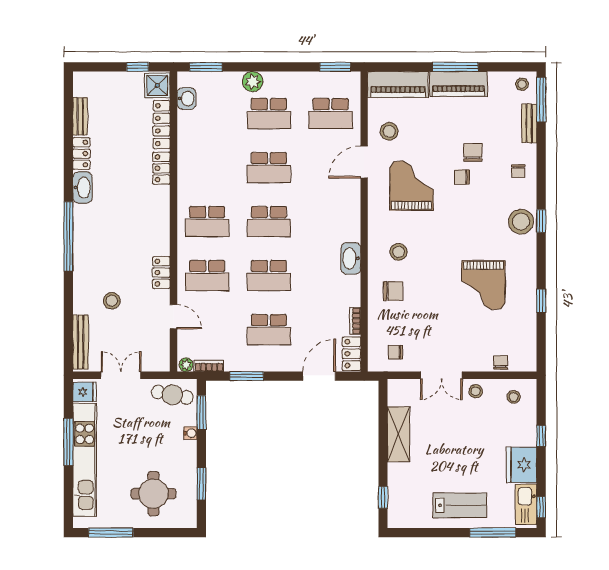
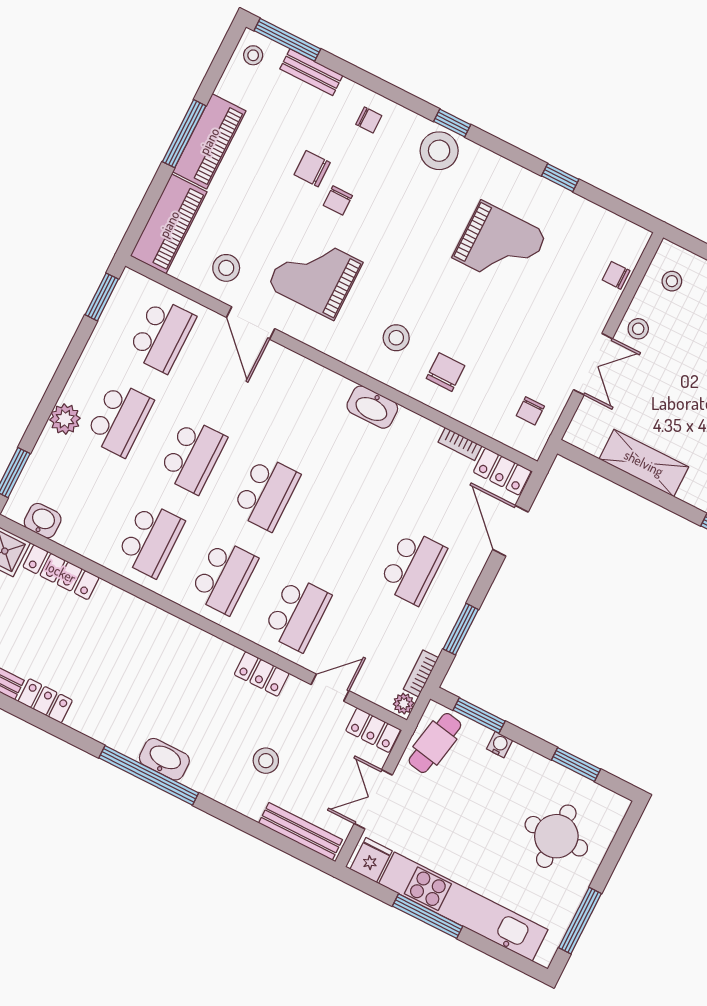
locker: (161, 168) -> (373, 730), moved
washbasin: (83, 188) -> (164, 759), moved
school desk: (269, 276) -> (150, 540), moved

